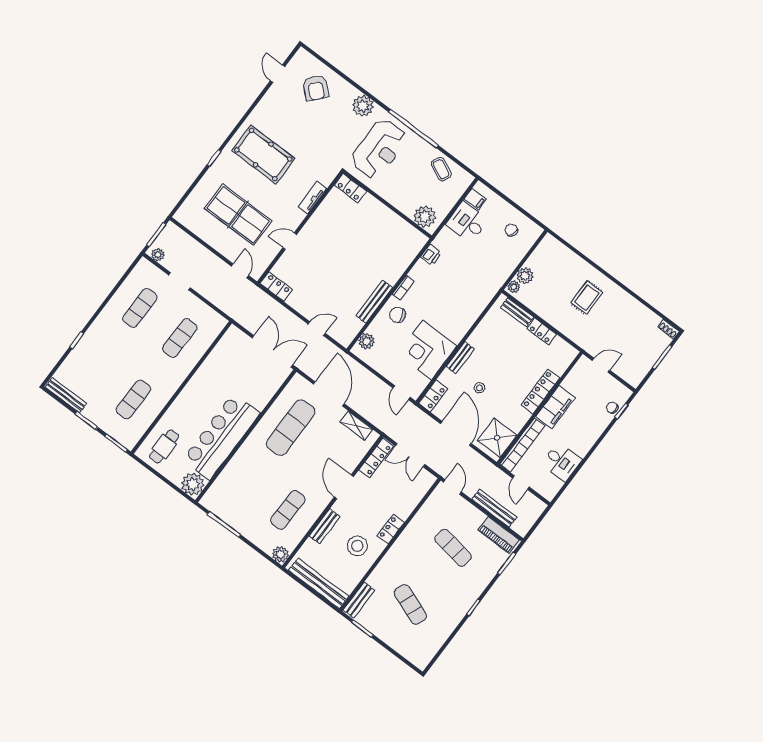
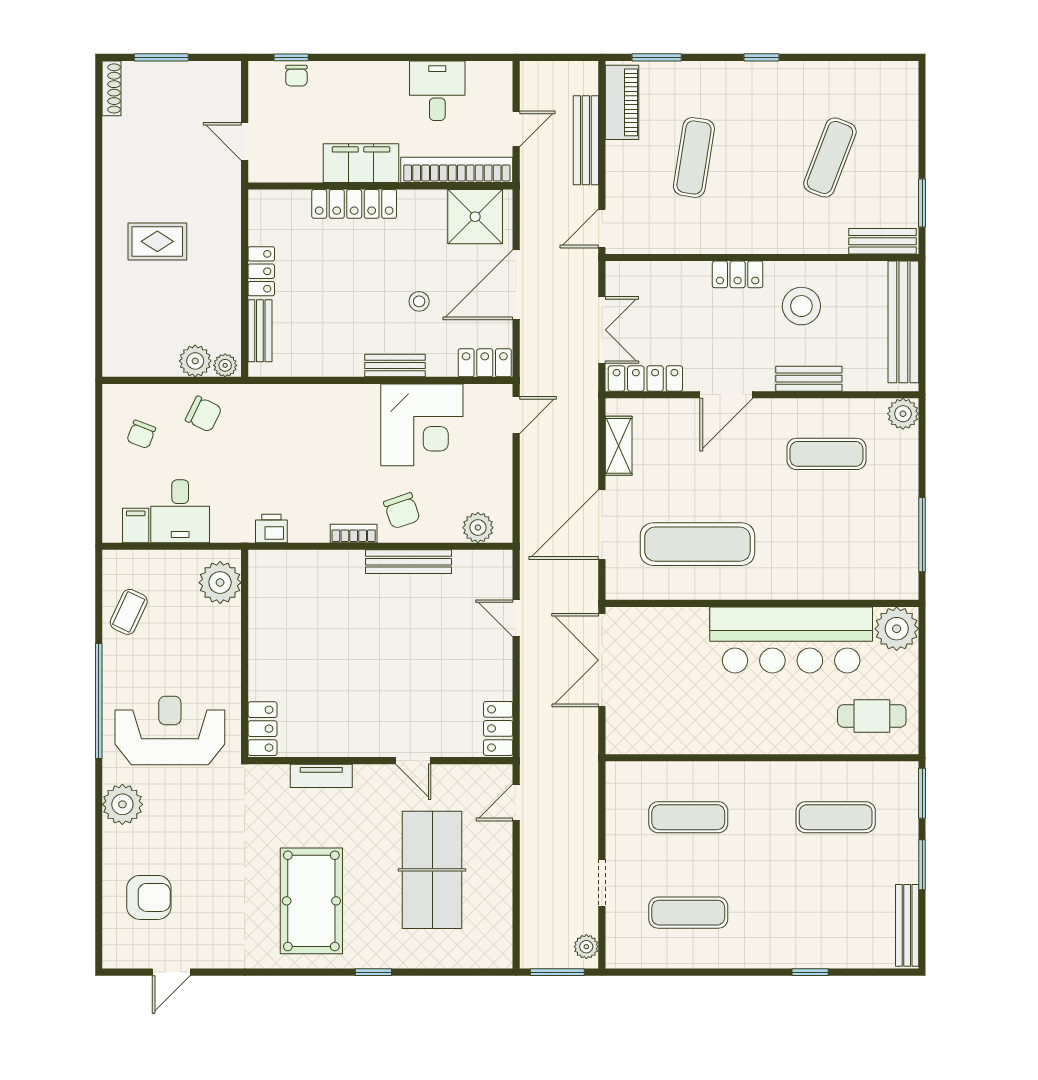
armchair: (316, 88) -> (149, 897), turned 48
chair: (500, 263) -> (204, 414), added
shoe rack: (668, 329) -> (112, 88), width x1.43

